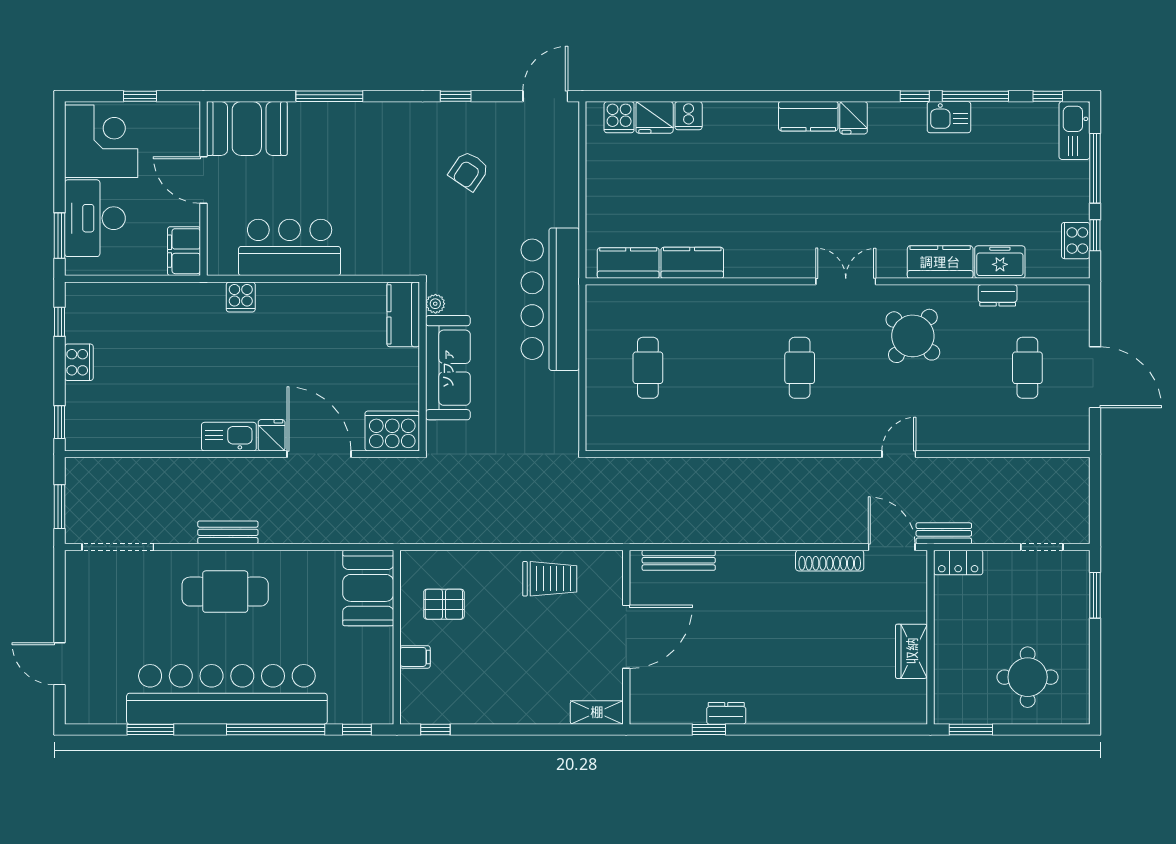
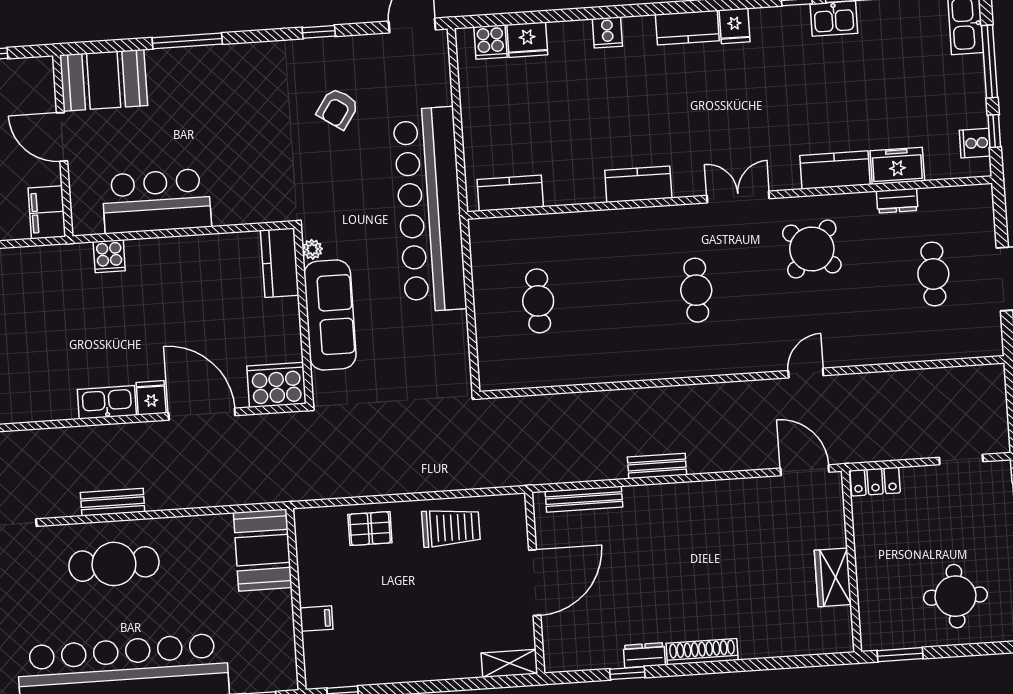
cooker: (689, 116) -> (607, 32), moved
cooker: (1076, 241) -> (975, 143), width x0.73
kitchen counter: (692, 263) -> (638, 184), moved
bar counter: (550, 299) -> (430, 209), width x1.36
bench: (944, 533) -> (657, 466), moved
shoe rack: (830, 561) -> (702, 652), moved, turned 180
pallet: (444, 604) -> (370, 529), moved

